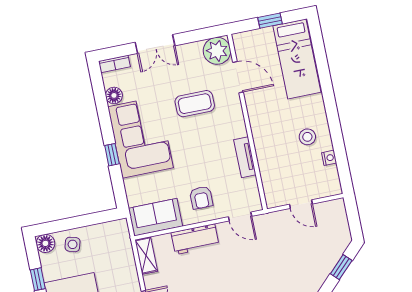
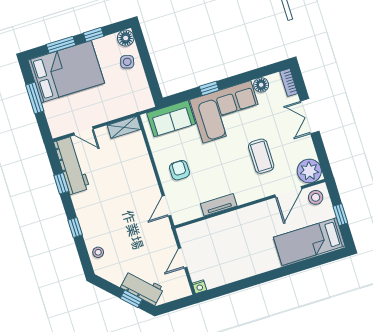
stool: (307, 137) -> (316, 197), moved
nightstand: (329, 158) -> (199, 287), moved
armchair: (201, 198) -> (179, 170), turned 90
sofa: (156, 217) -> (171, 118), moved, turned 90
workbench: (195, 239) -> (142, 288), moved, turned 135

